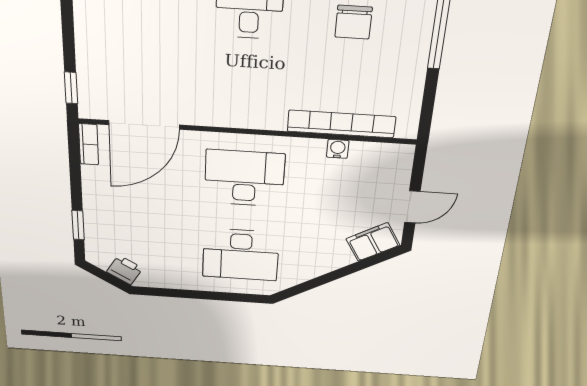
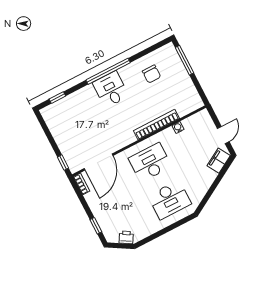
bookcase: (341, 124) -> (156, 125), moved

